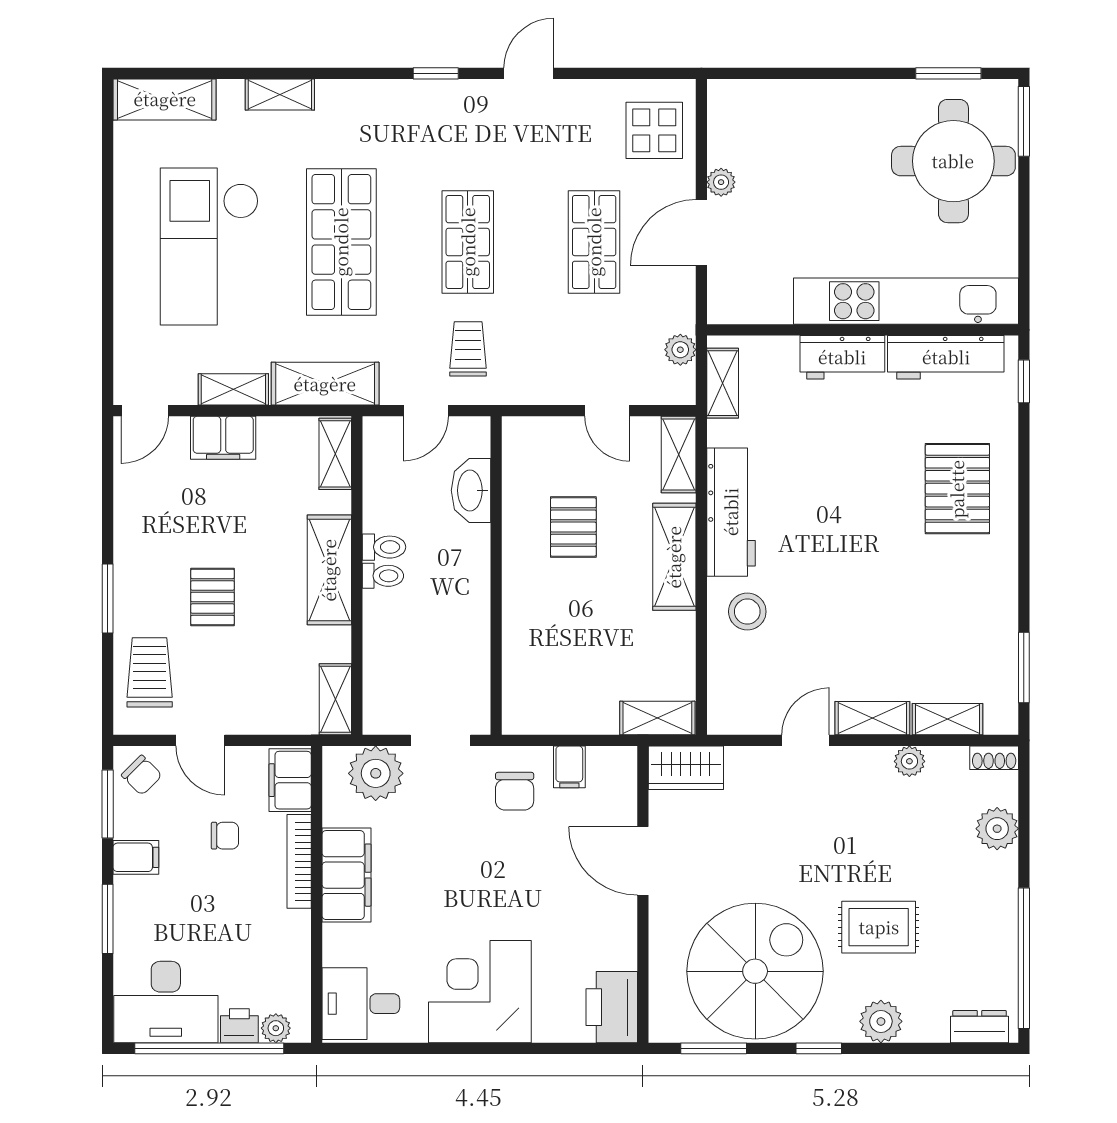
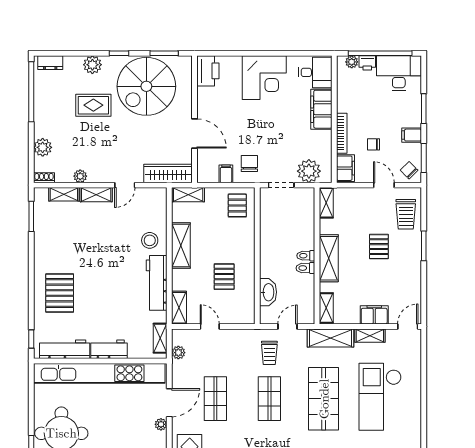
checkout: (209, 247) -> (380, 397), turned 180
kitchen unit: (906, 301) -> (99, 373), width x1.36
shelving: (674, 557) -> (181, 246), moved
pallet: (543, 693) -> (237, 205), added
wardrobe: (686, 768) -> (168, 173), width x1.50
filing cabinet: (346, 875) -> (321, 109), moved

